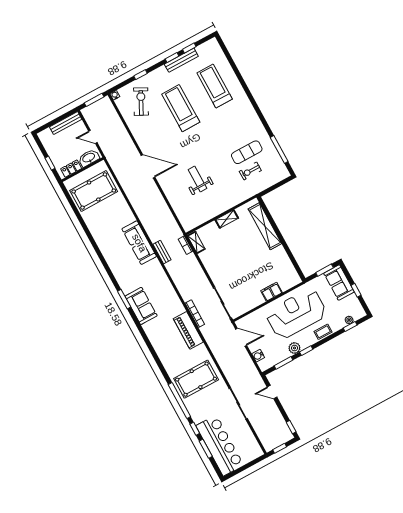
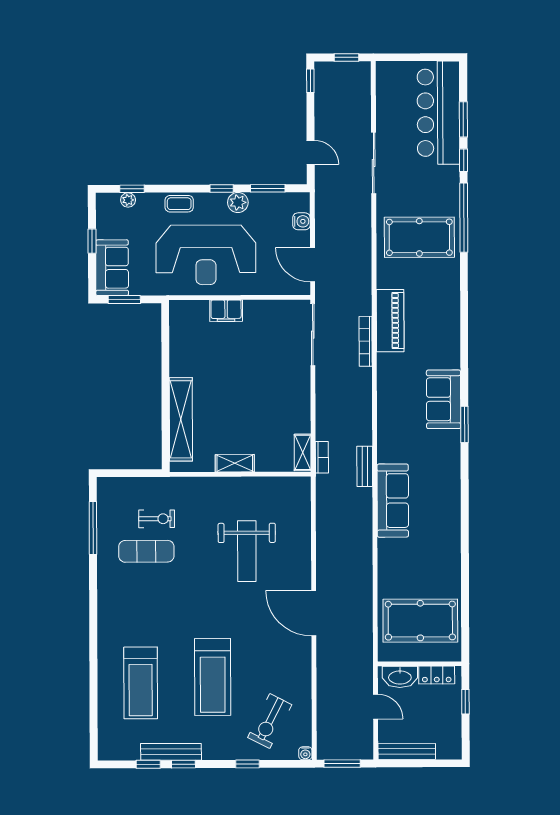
weight bench: (197, 179) -> (247, 551), width x1.36, depth x1.33

